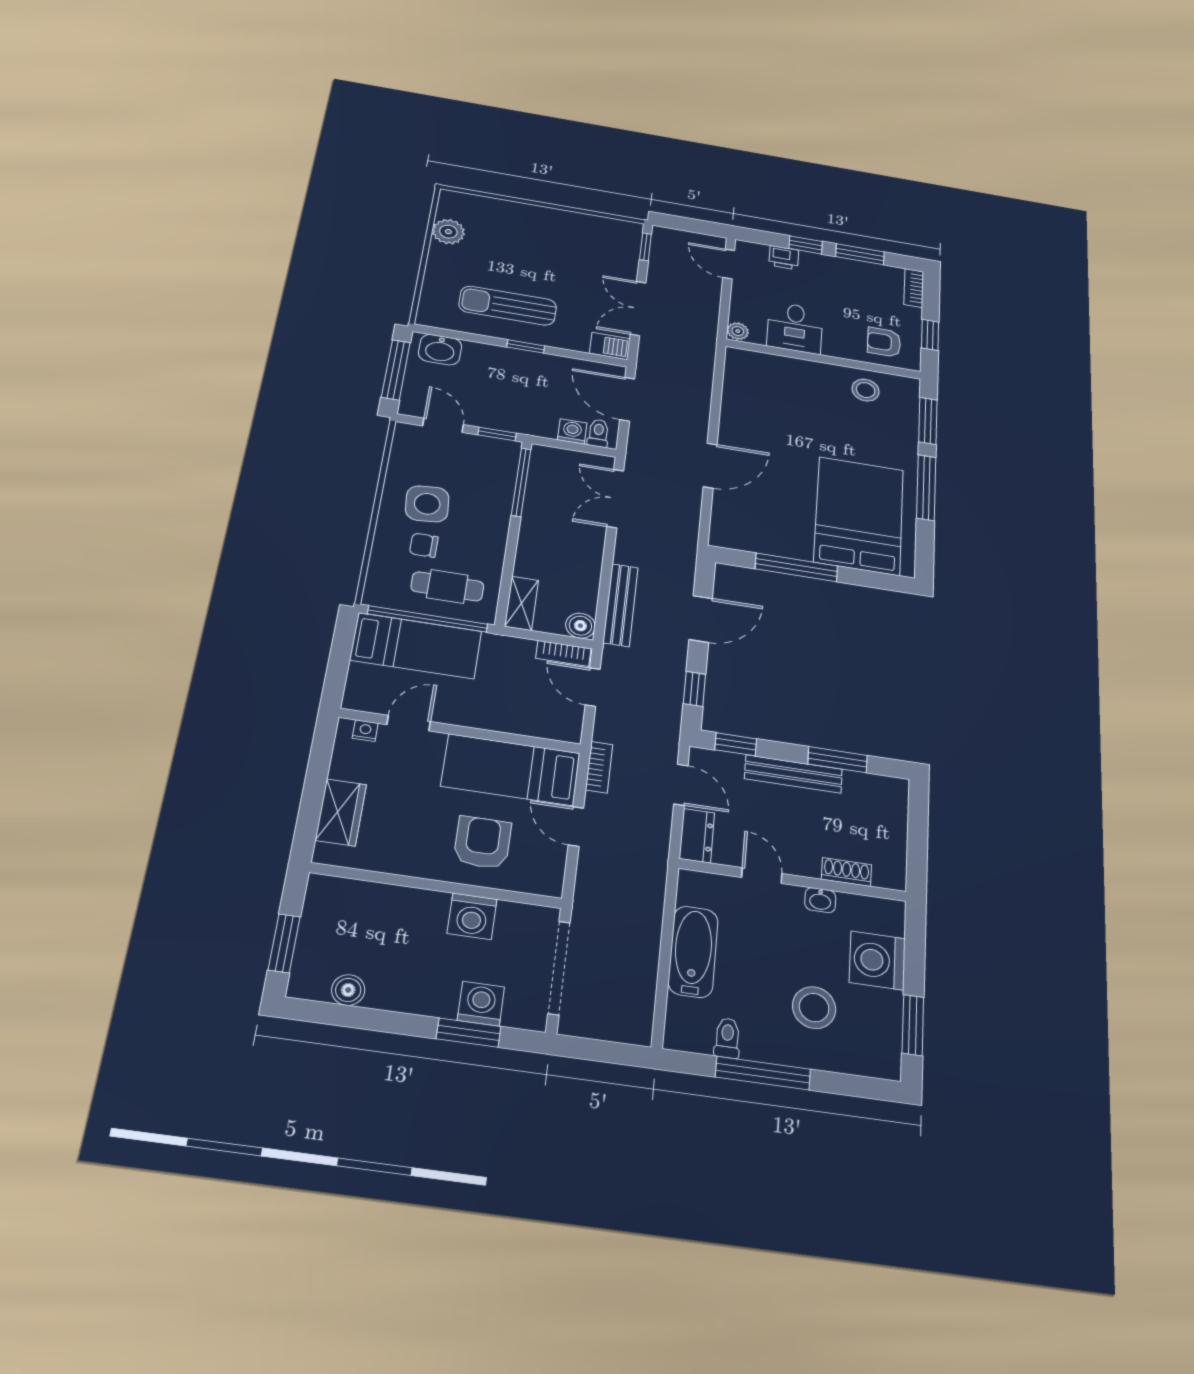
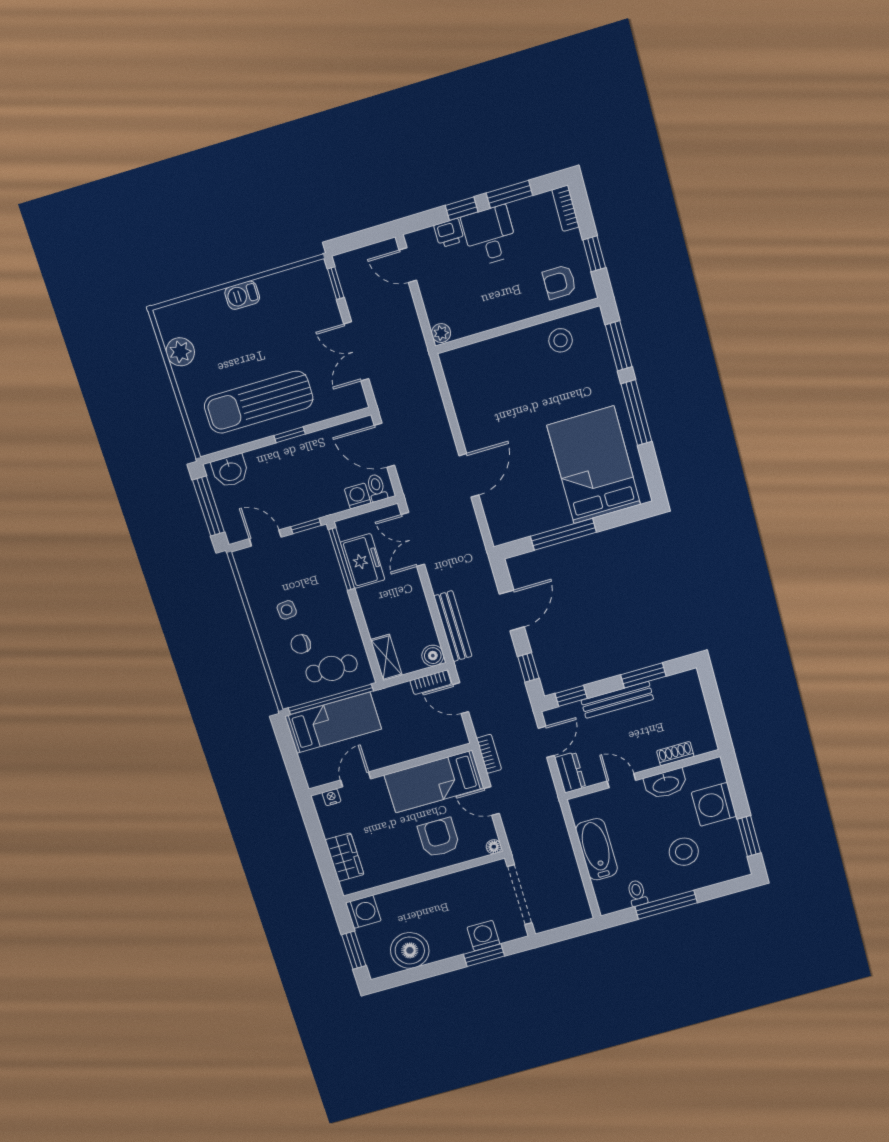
sun lounger: (508, 306) -> (259, 402), width x1.36, depth x1.34
desk: (795, 328) -> (490, 236), moved, turned 180
barbecue: (610, 346) -> (242, 295), moved, turned 180
freezer: (545, 494) -> (363, 561), added
side table: (427, 504) -> (287, 610), width x0.54, depth x0.54
door: (681, 785) -> (546, 742), hinge flipped
floor lamp: (552, 887) -> (494, 847), added
washbasin: (820, 900) -> (666, 784), width x1.91, depth x1.45
washing machine: (472, 916) -> (363, 912), moved, turned -90
boiler: (348, 990) -> (410, 950), width x1.86, depth x1.86

